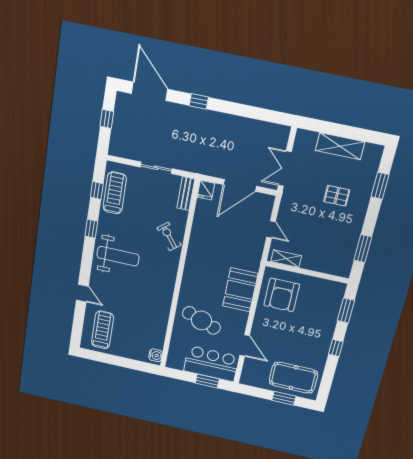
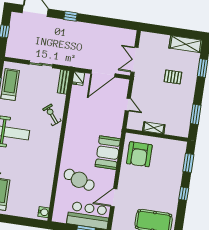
shelving: (340, 146) -> (186, 44), moved
shelving: (286, 259) -> (154, 128), moved
door: (245, 346) -> (114, 198), swing flipped

